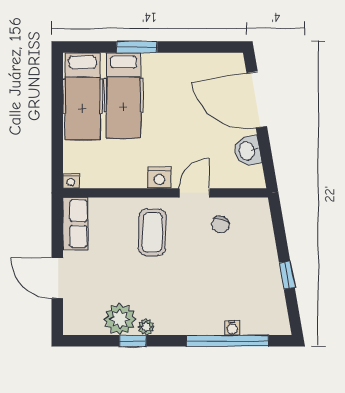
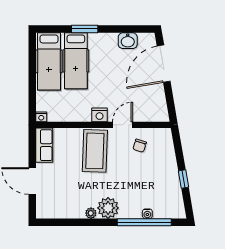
door: (257, 100) -> (164, 64), hinge flipped
washbasin: (248, 151) -> (128, 41), moved, turned -80
coffee table: (152, 232) -> (95, 151), width x1.36, depth x1.32
plant: (120, 319) -> (108, 208), moved
window: (133, 341) -> (82, 222), removed

